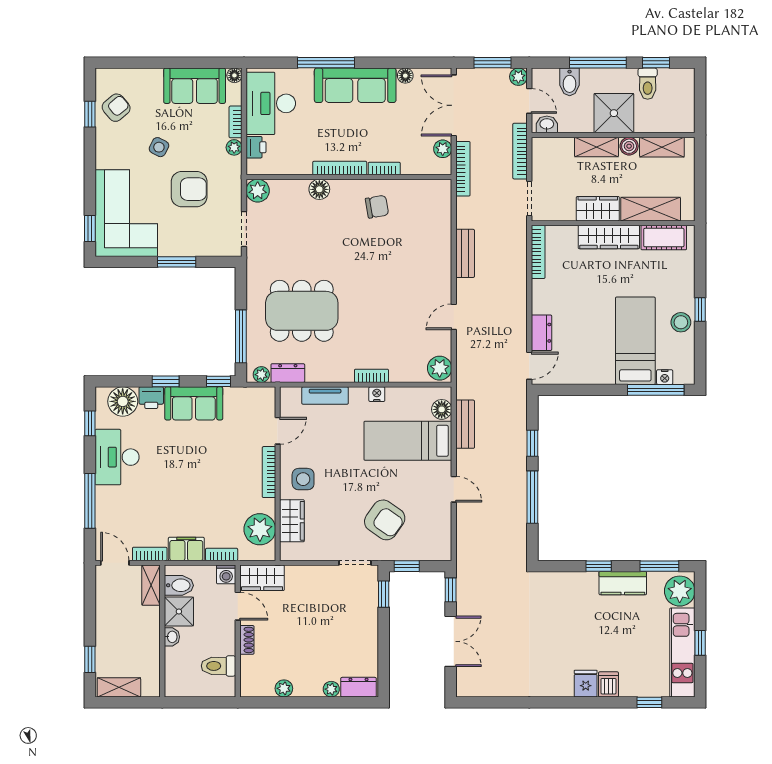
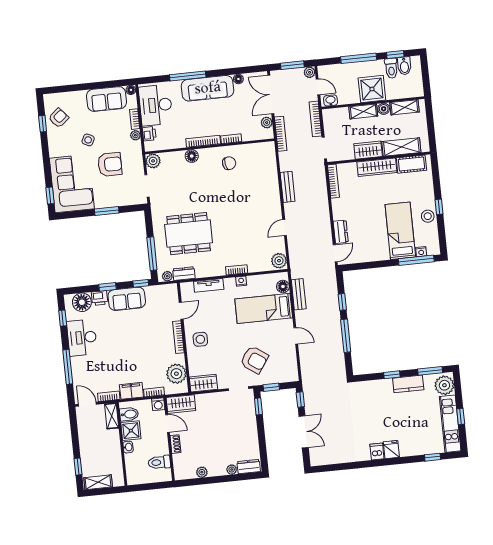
bidet: (570, 82) -> (404, 66), moved
wardrobe: (292, 521) -> (203, 383), moved, turned -90
dishwasher: (608, 684) -> (377, 452), moved

